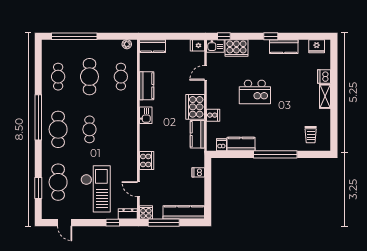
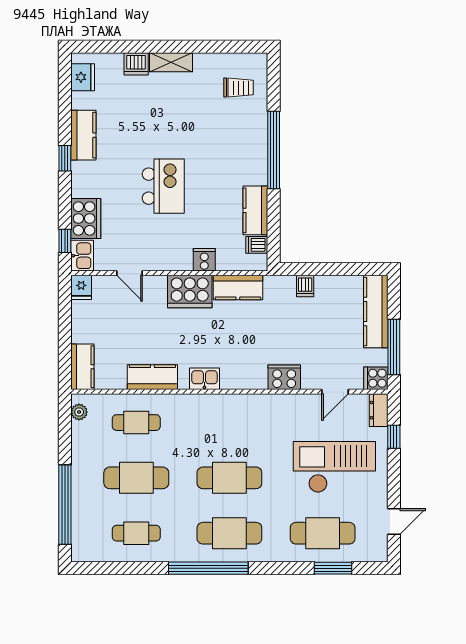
cafe table: (89, 129) -> (229, 478), width x1.37, depth x1.35

